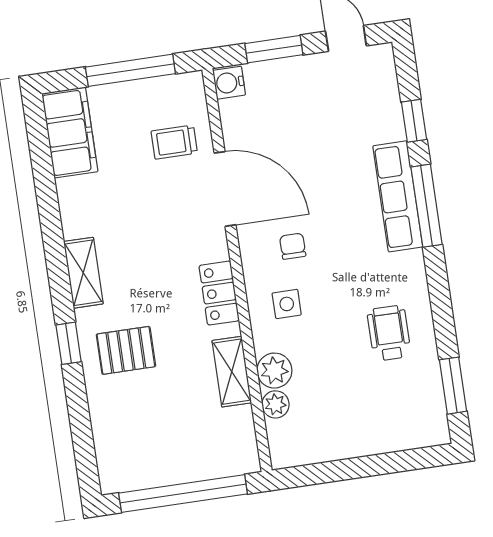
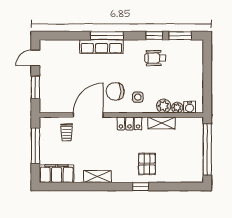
water cooler: (229, 83) -> (190, 107), moved
window: (414, 121) -> (154, 36), moved
chair: (293, 246) -> (115, 91), width x1.87, depth x1.87
shelving: (83, 273) -> (98, 176), moved

